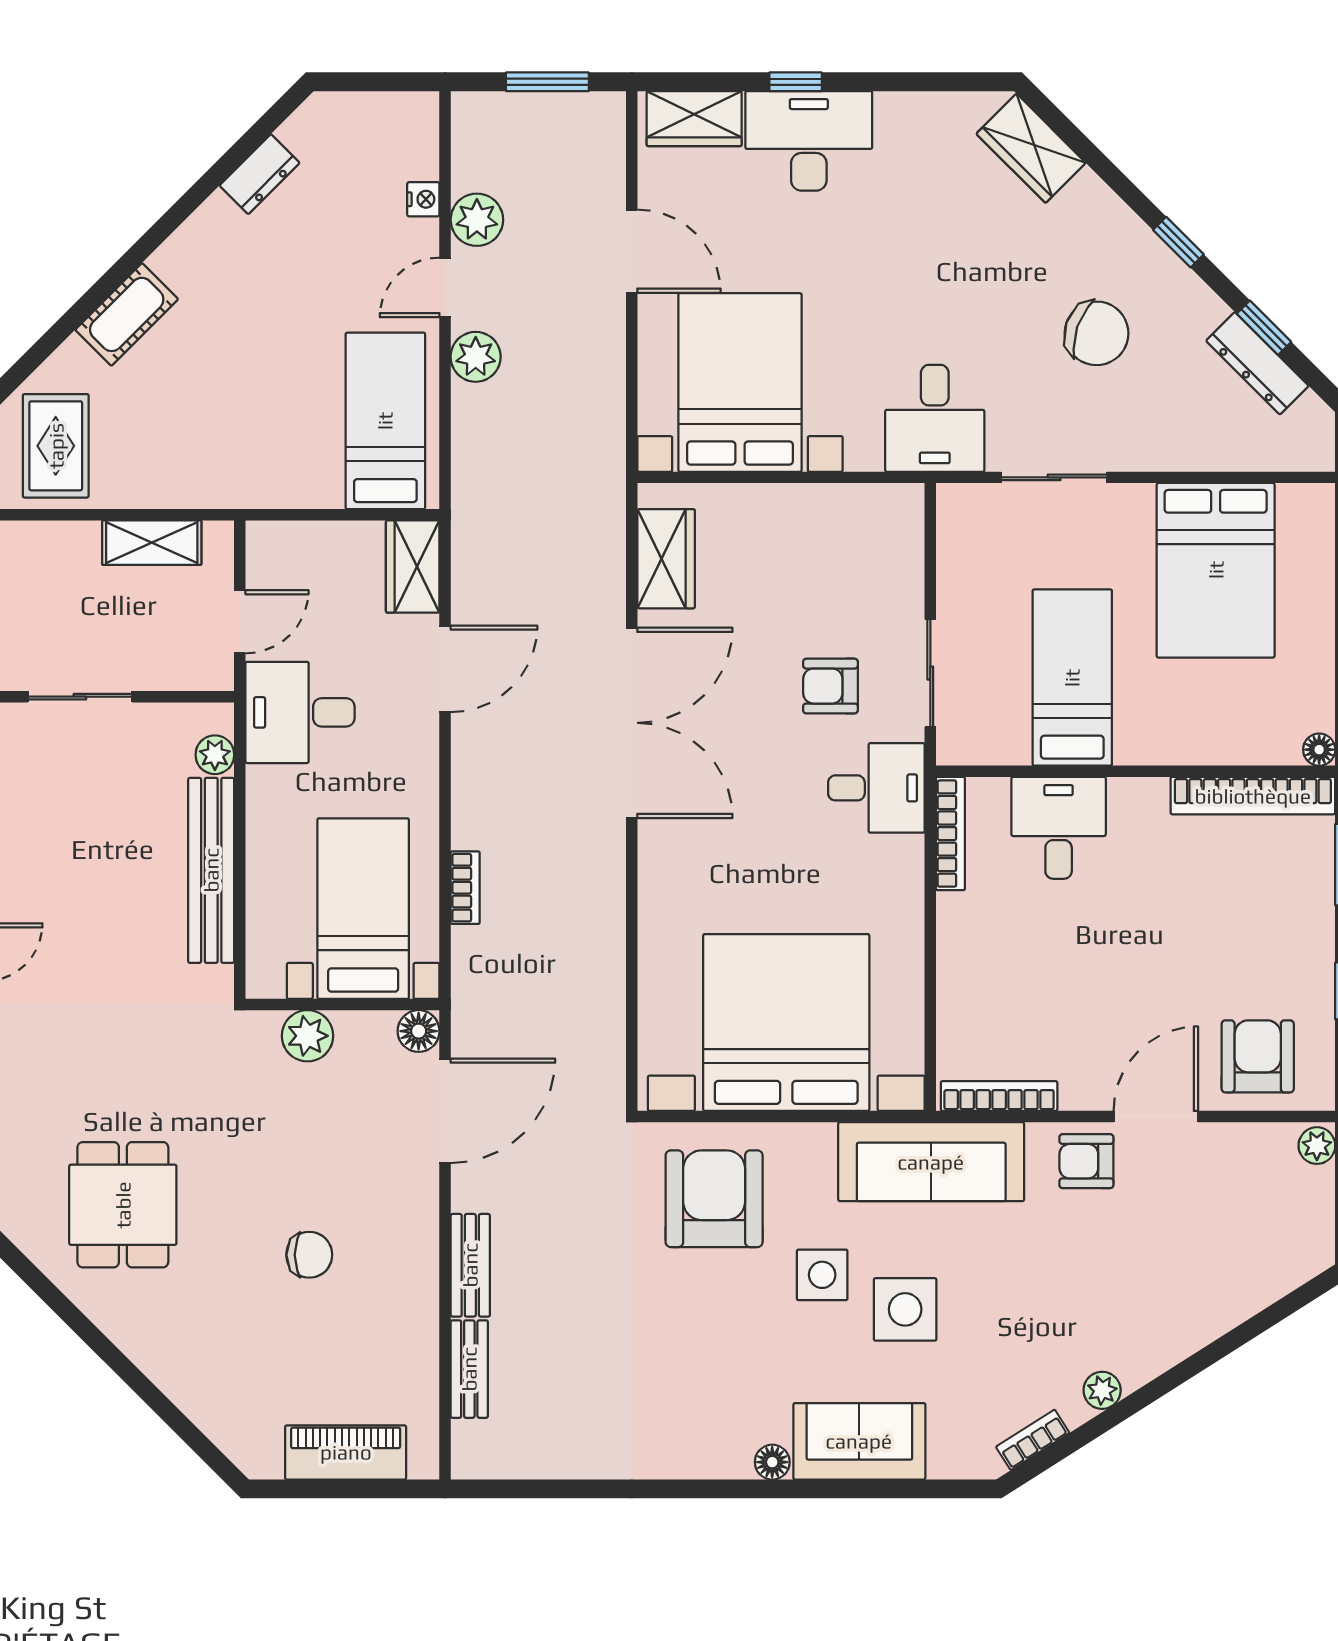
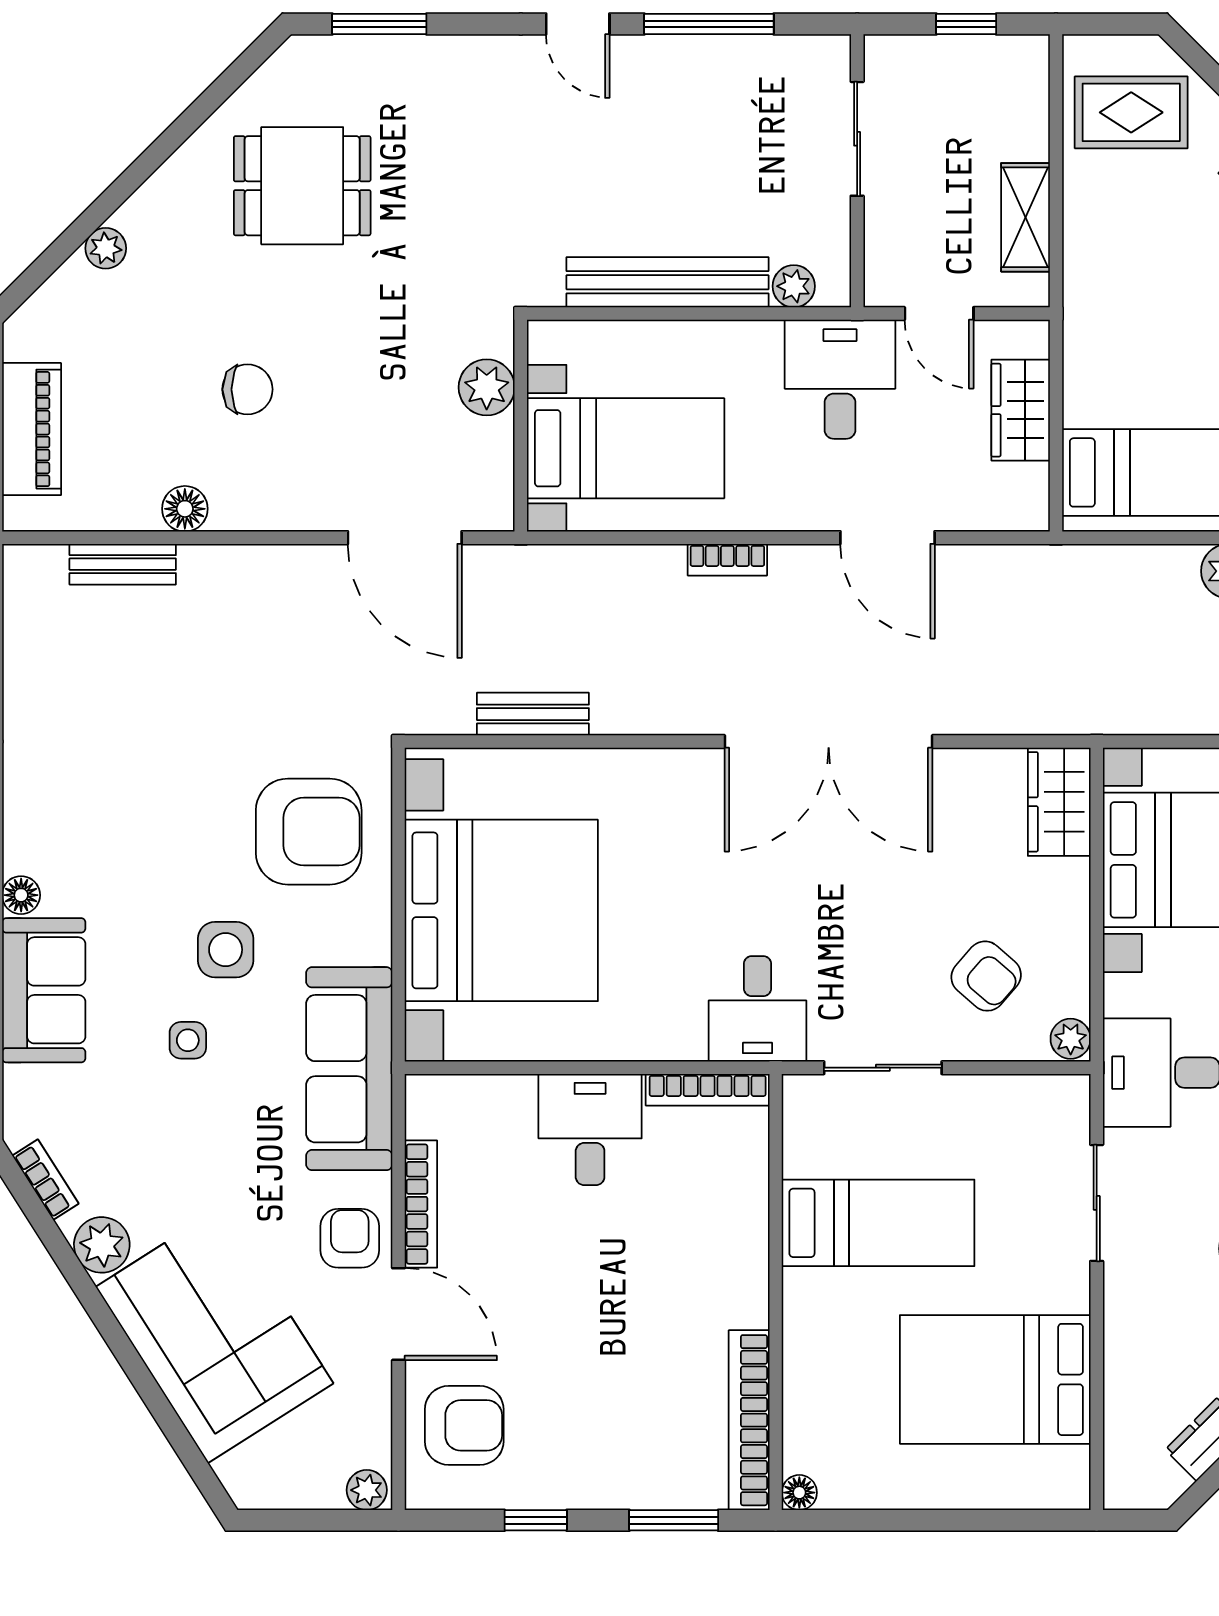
plant: (904, 501) -> (1071, 1039), added
wardrobe: (666, 559) -> (1059, 802), moved, turned 90
wardrobe: (413, 566) -> (1021, 410), moved, turned -90
armchair: (830, 686) -> (986, 976), moved, turned 131
desk: (1059, 828) -> (590, 1130), moved, turned -90
bookcase: (465, 888) -> (727, 560), moved
floor lamp: (419, 1031) -> (185, 509), moved
bookcase: (999, 1096) -> (421, 1204), moved
chair: (309, 1255) -> (247, 389), turned -90
bench: (470, 1265) -> (533, 714), moved
corner sofa: (1175, 1285) -> (214, 1335), added
side table: (905, 1309) -> (188, 1040), width x0.54, depth x0.54
plant: (180, 1385) -> (106, 248), added
plant: (1102, 1390) -> (102, 1245), width x1.38, depth x1.38

